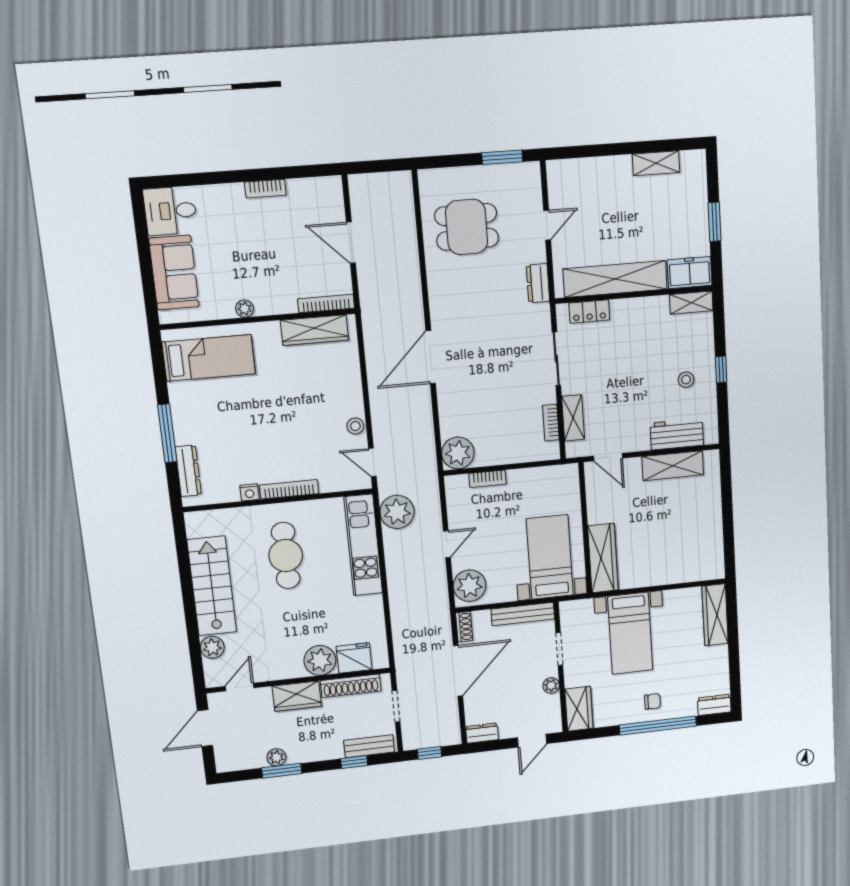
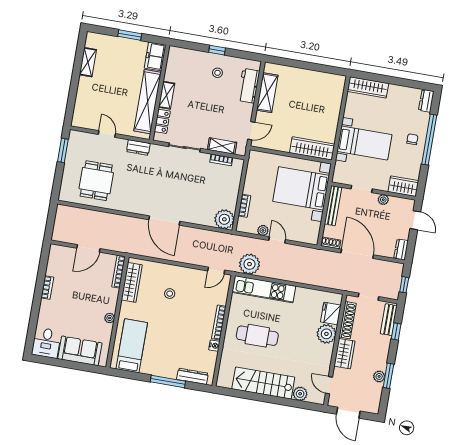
shelving: (691, 303) -> (167, 95), moved
stool: (355, 426) -> (170, 294), moved
bed with nightstands: (550, 557) -> (301, 188), width x1.36
plant: (470, 586) -> (263, 230), moved, width x0.53, depth x0.53

